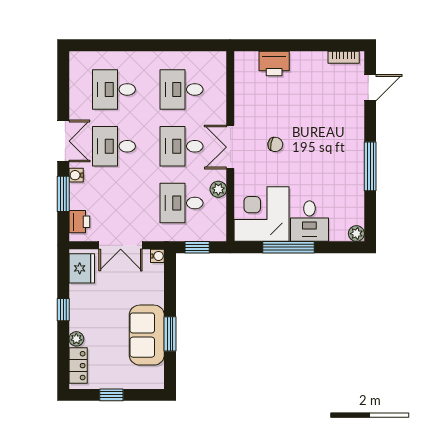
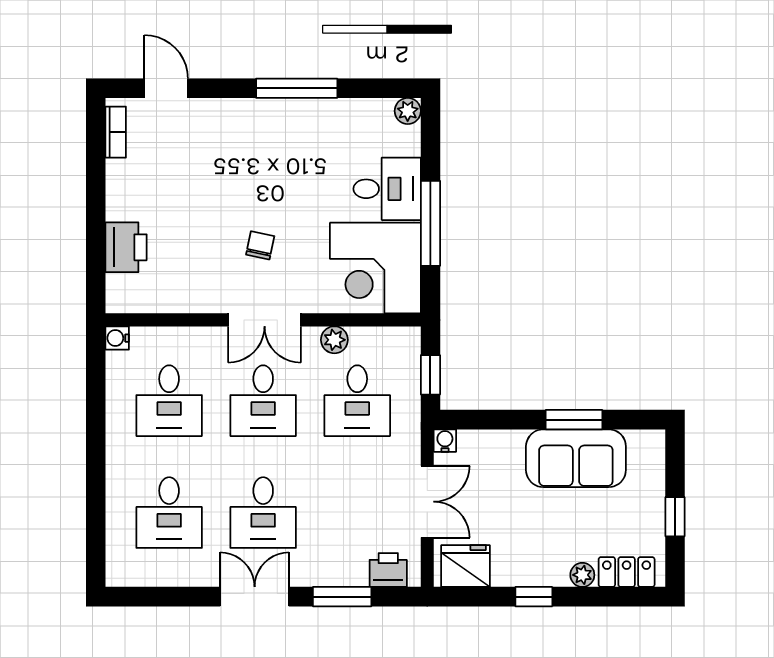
water cooler: (76, 175) -> (117, 338), moved, turned 90

